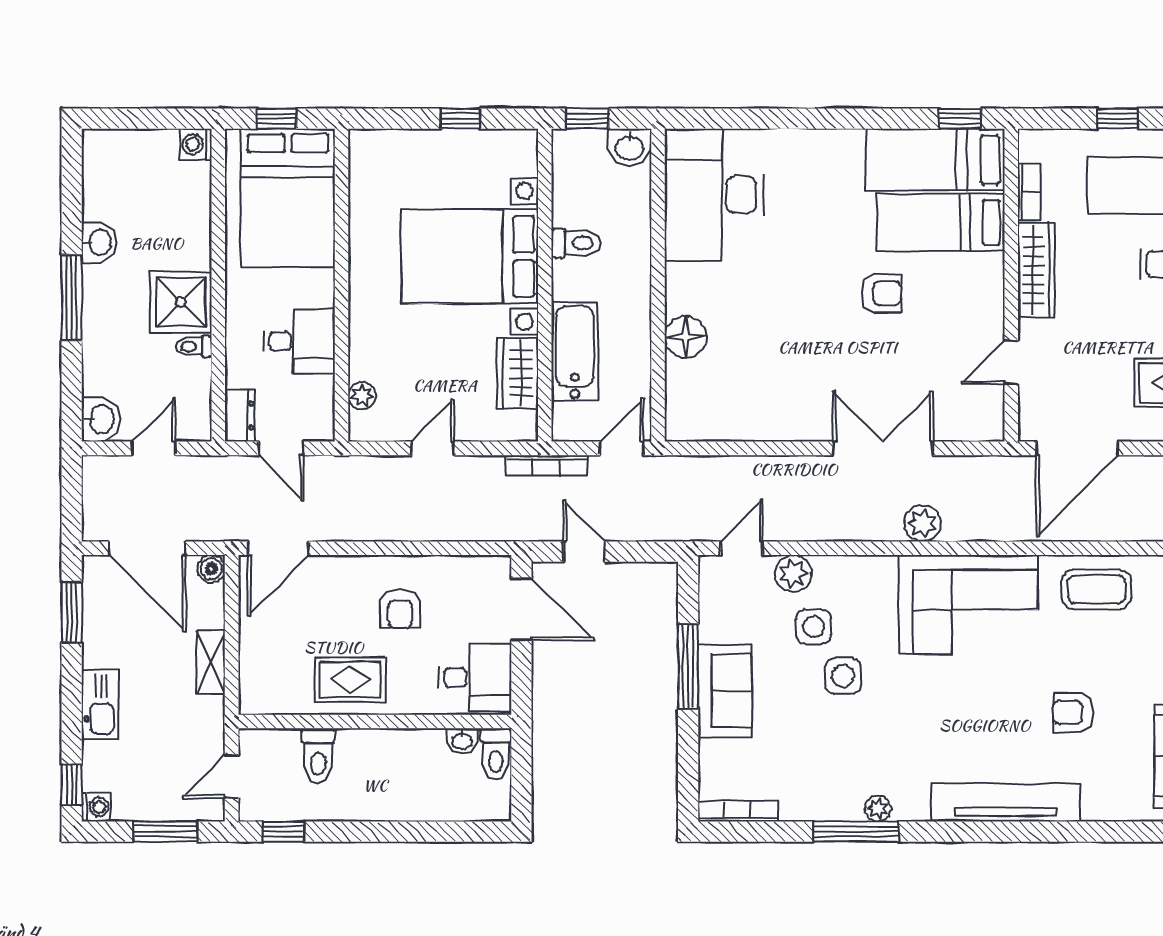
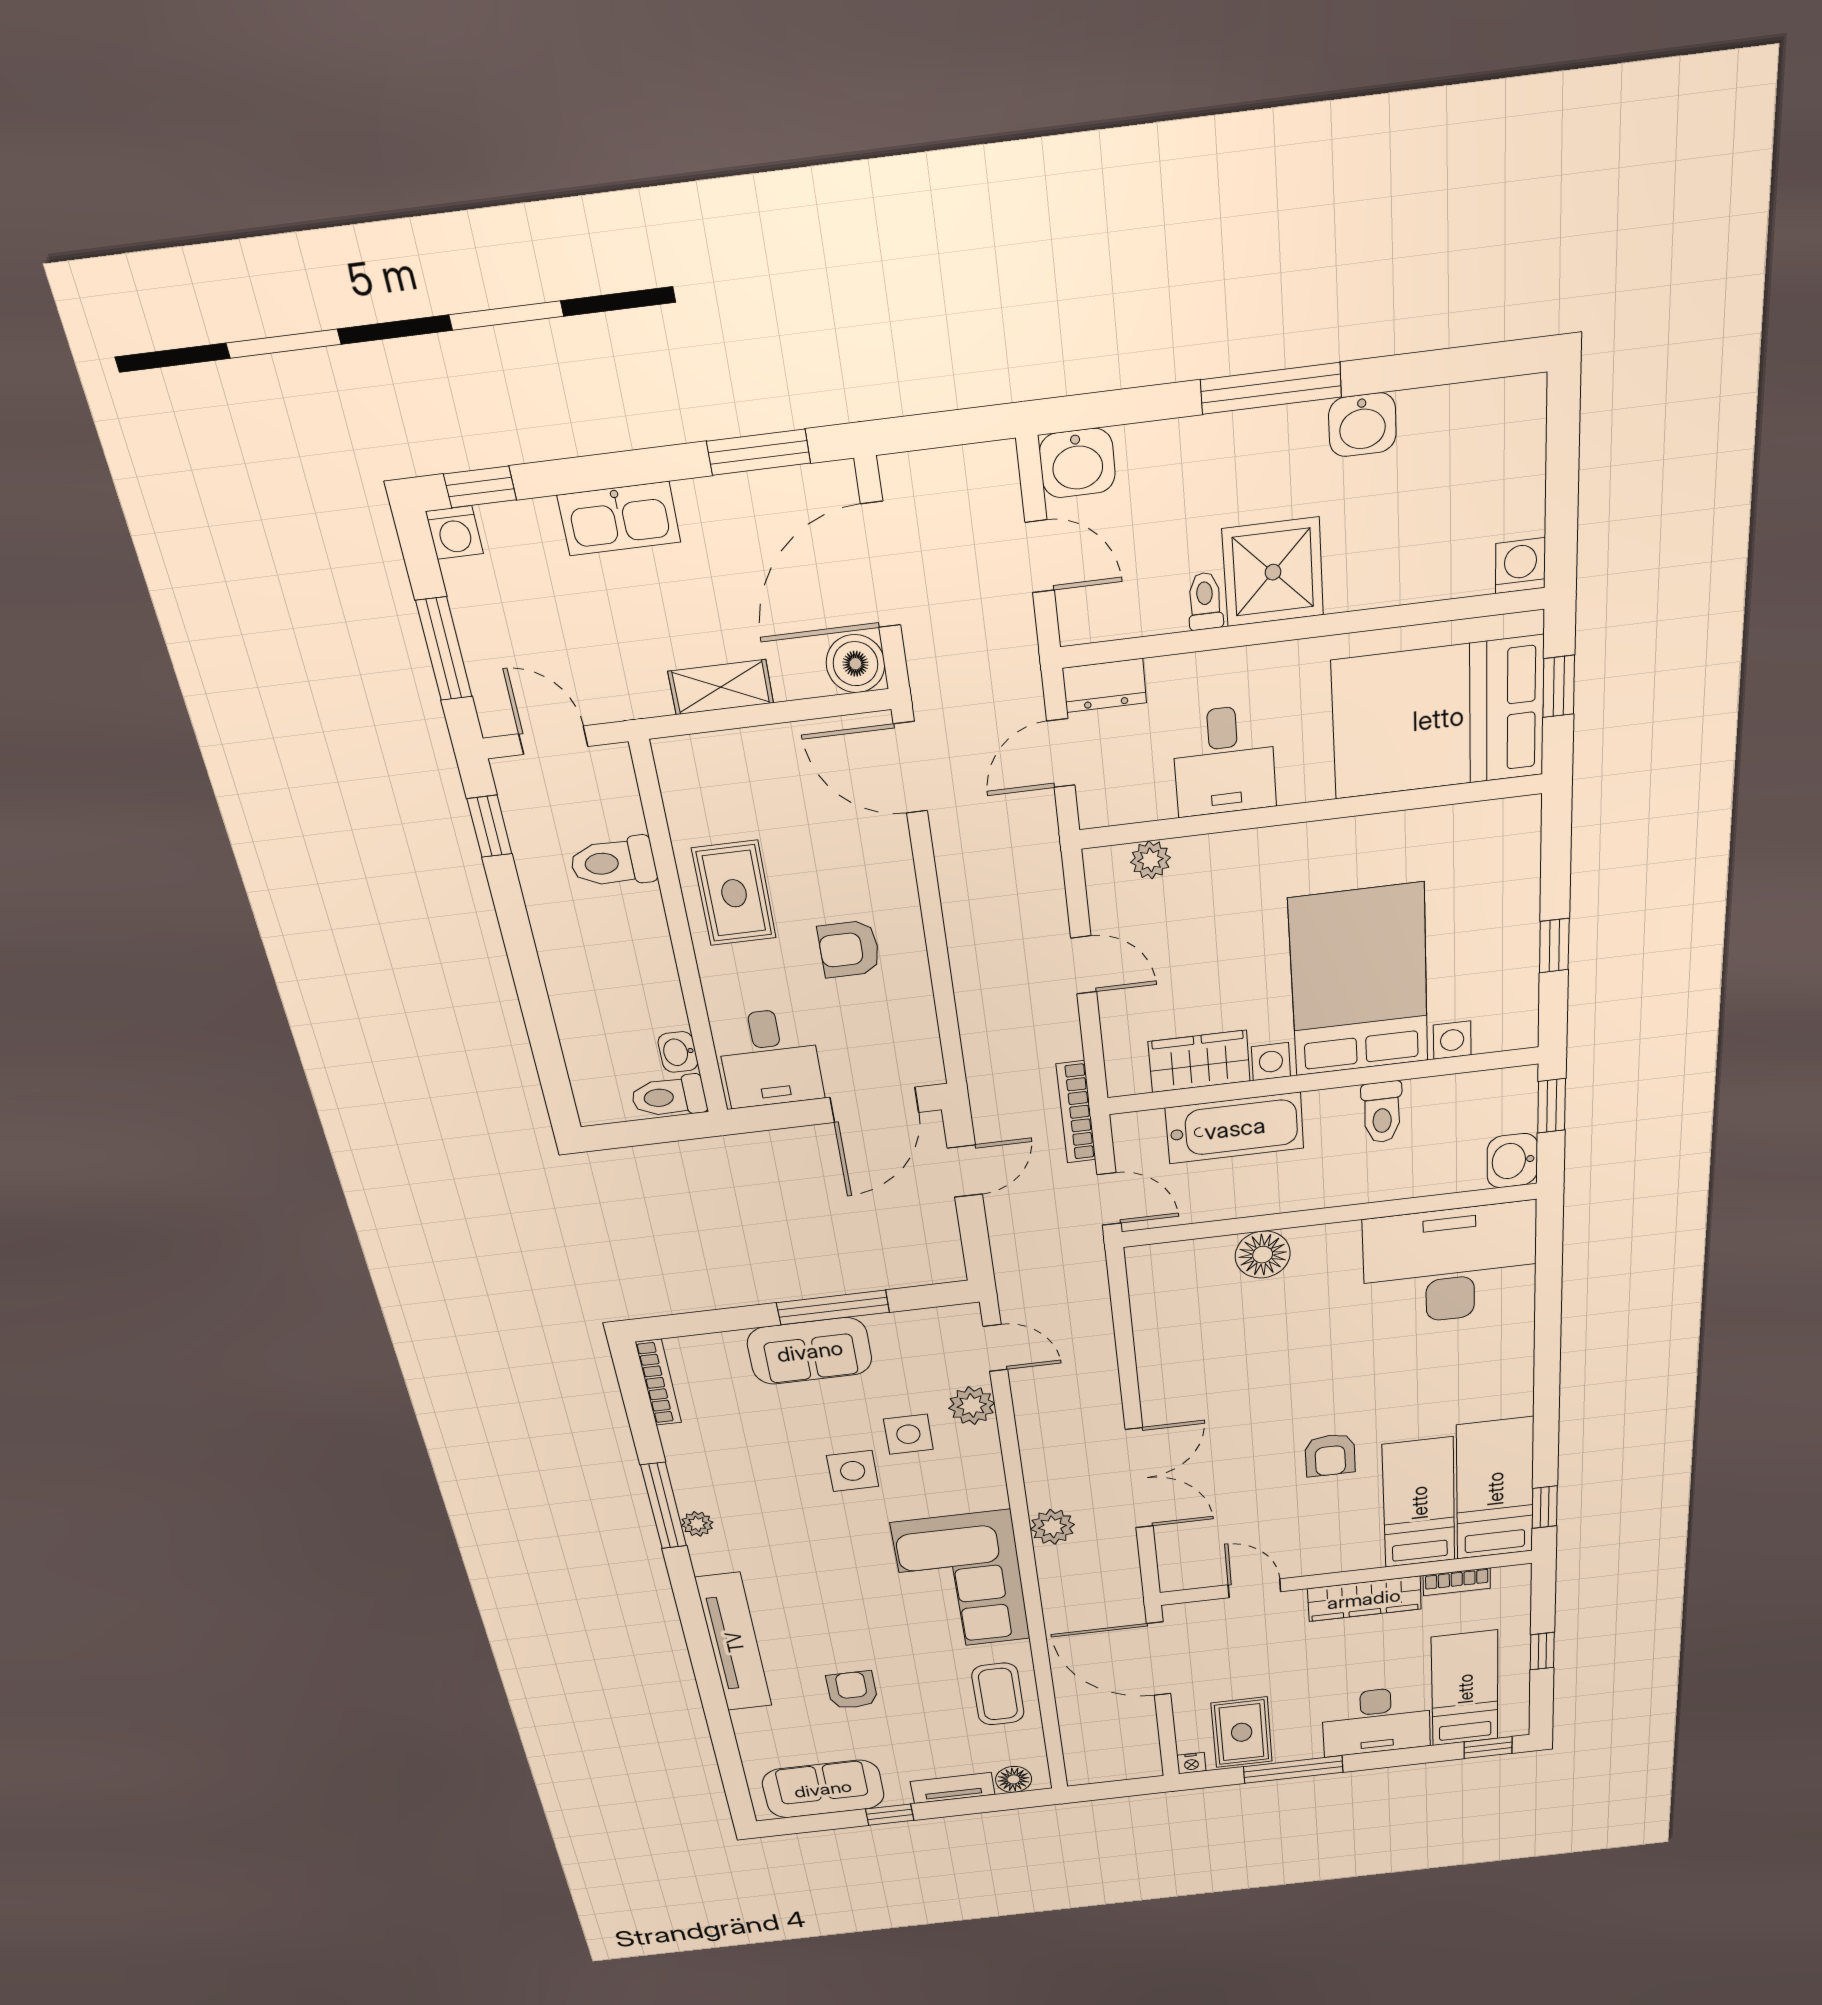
boiler: (211, 569) -> (855, 664), width x1.36, depth x1.36

